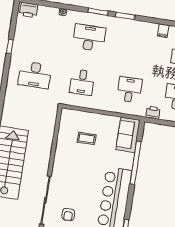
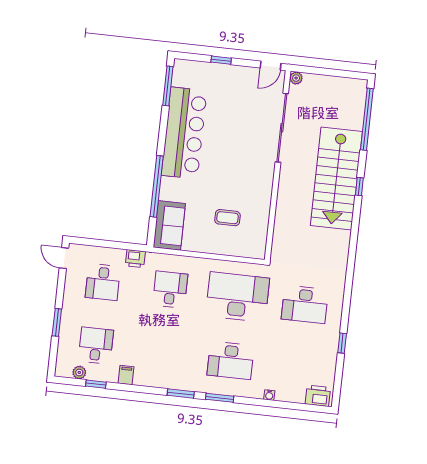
desk: (35, 75) -> (305, 304), turned 180
desk: (82, 82) -> (238, 297), width x1.87, depth x1.30
desk: (129, 90) -> (170, 290), turned 180
armchair: (68, 215) -> (249, 109), removed

